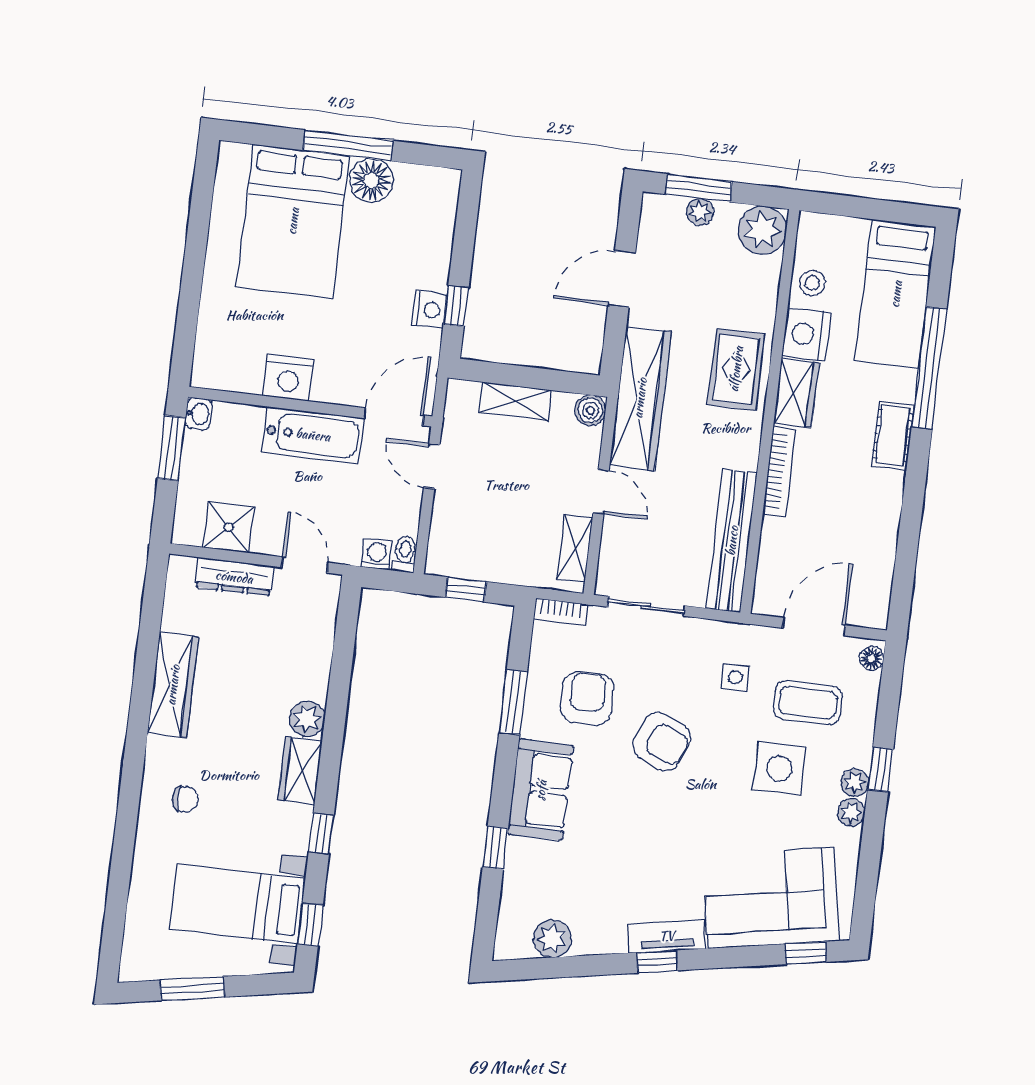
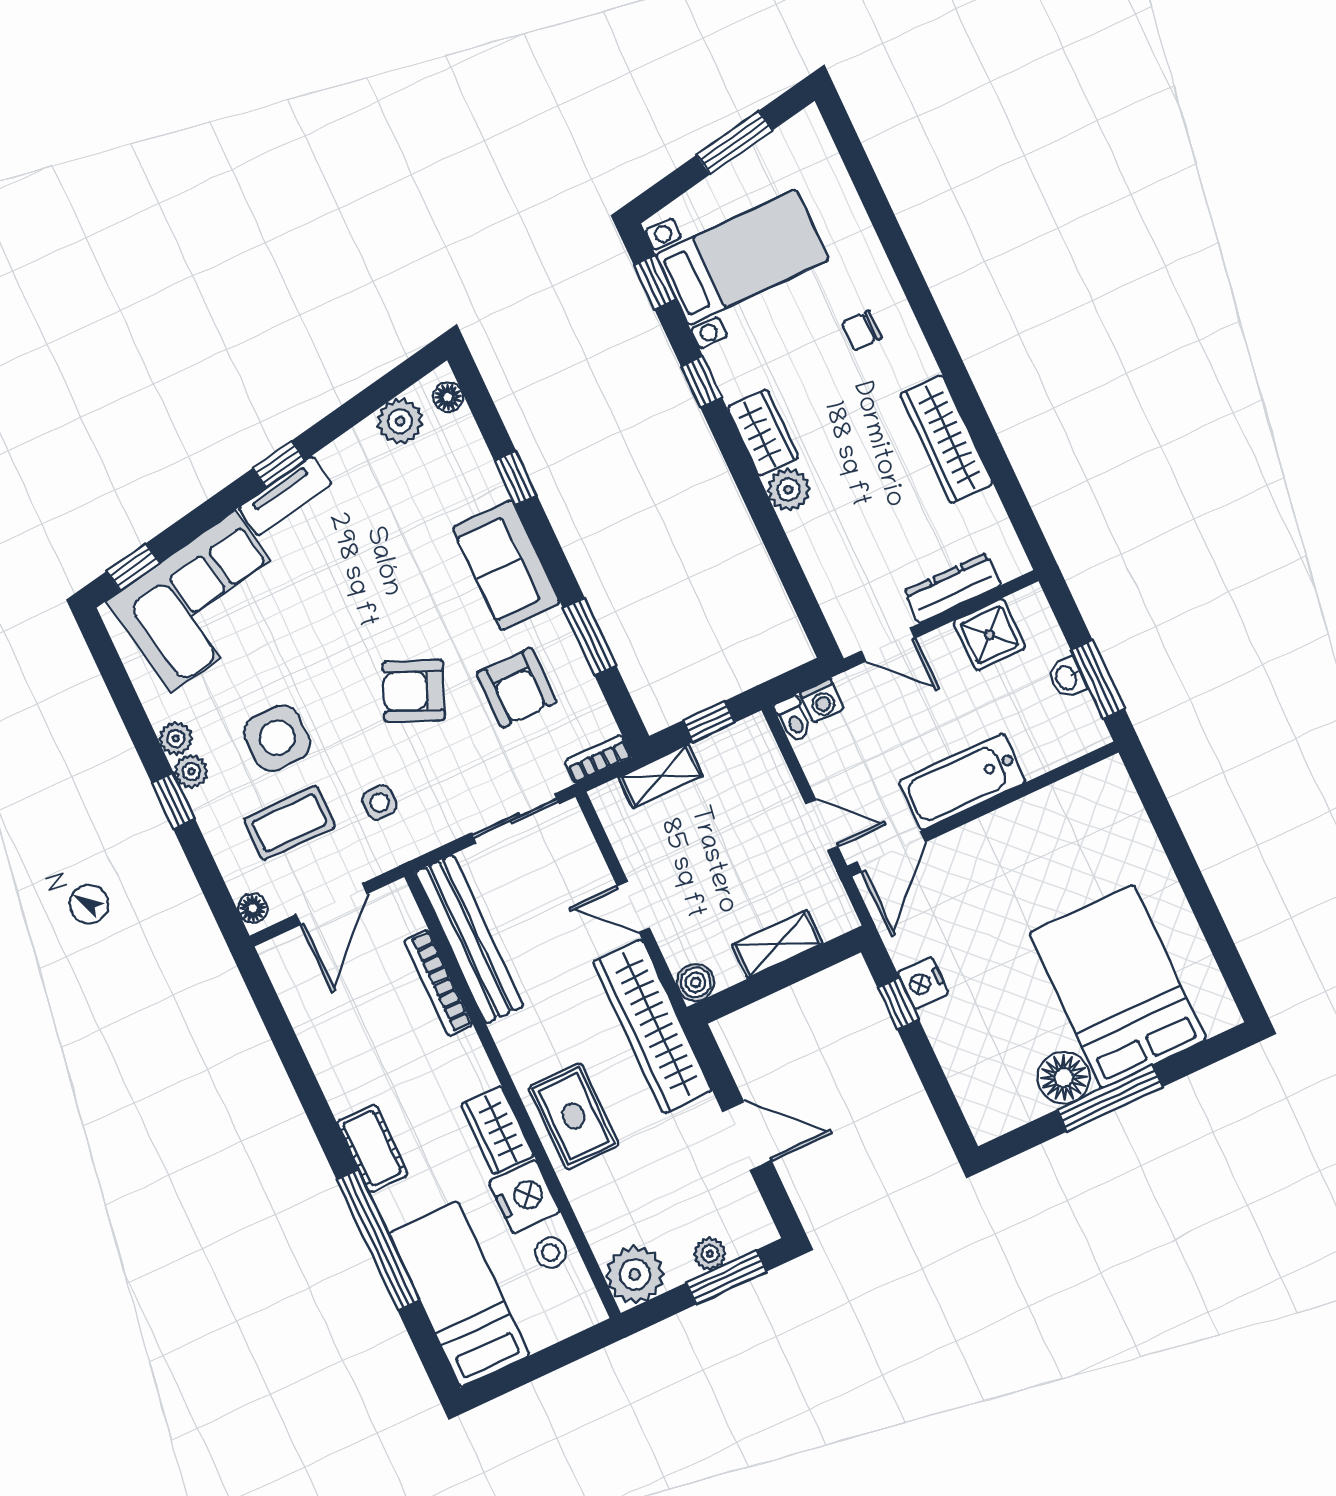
door: (622, 279) -> (747, 1136), hinge flipped
nightstand: (288, 378) -> (1023, 824), removed
washbasin: (199, 414) -> (1067, 678), moved
bookcase: (779, 471) -> (438, 983), moved
shelving: (575, 548) -> (661, 776), moved, turned 90
floor lamp: (508, 935) -> (448, 397), added

